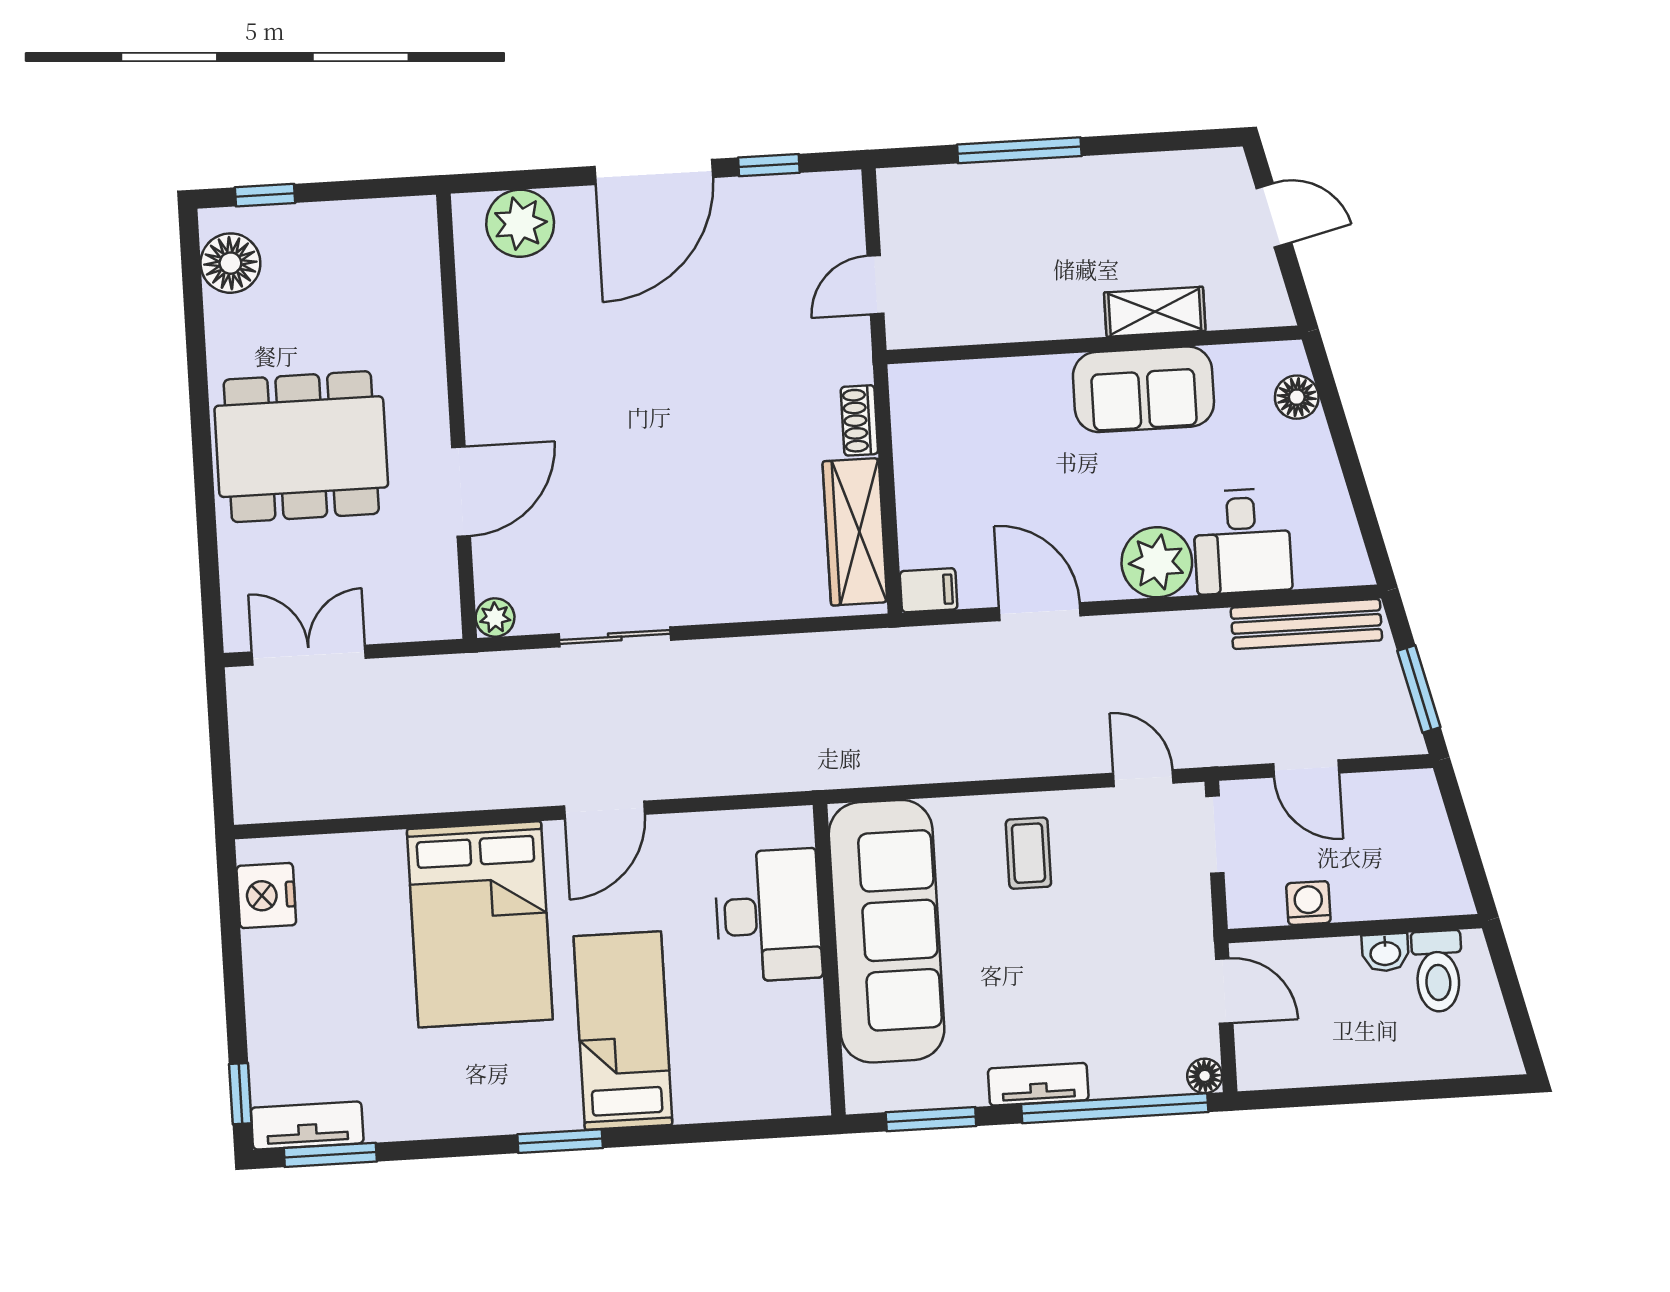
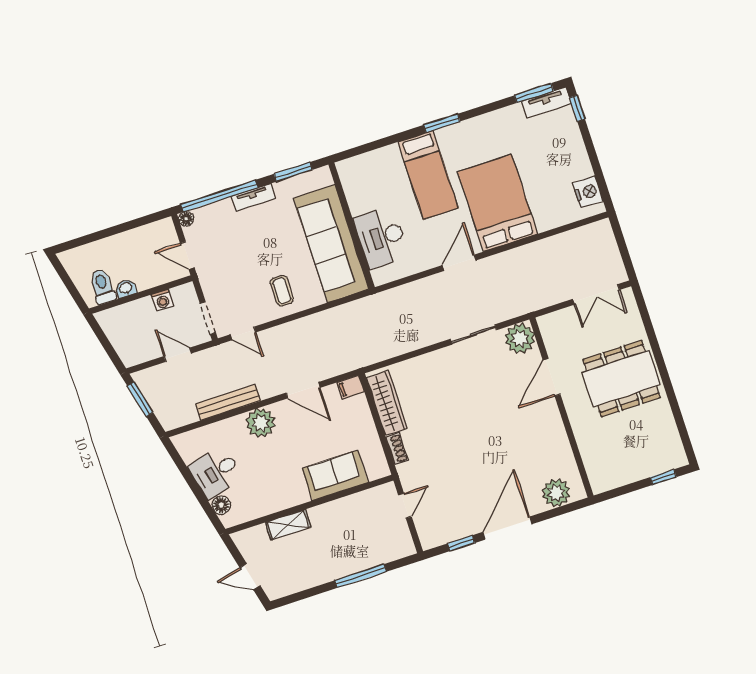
floor lamp: (230, 263) -> (670, 446), removed
sofa: (1143, 389) -> (335, 475), moved
desk: (1242, 541) -> (216, 472), moved, turned -104
plant: (495, 618) -> (520, 339), width x1.88, depth x1.88
bench: (1306, 624) -> (228, 402), moved

